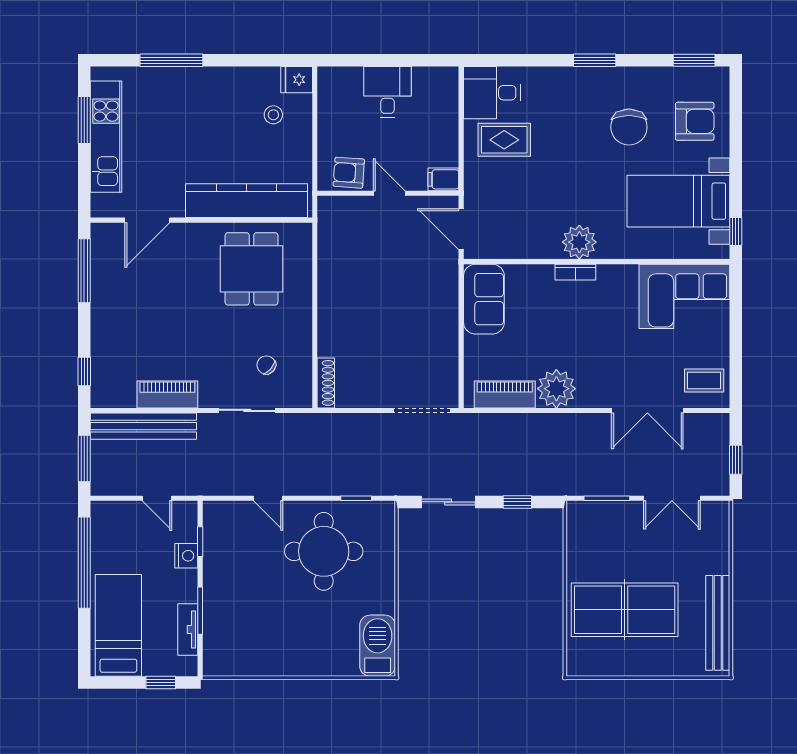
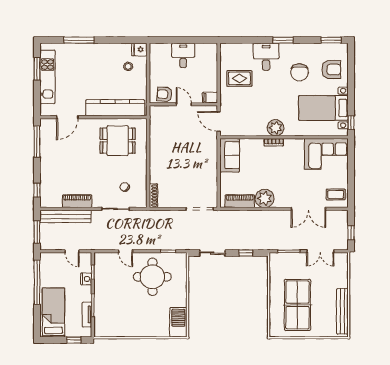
desk: (492, 93) -> (266, 57), moved, turned 90
dining table: (252, 269) -> (118, 141), turned 90
table tennis table: (625, 610) -> (297, 305), turned 90

